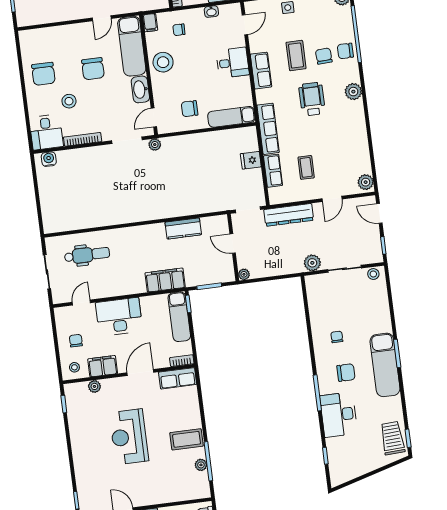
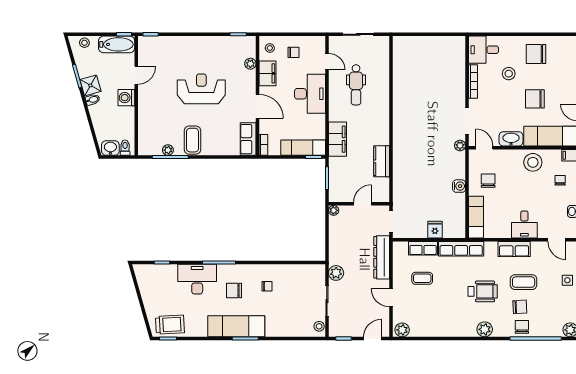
water cooler: (49, 159) -> (459, 186), moved
dental chair: (87, 255) -> (356, 85), moved
chair: (346, 373) -> (234, 290), turned 90

